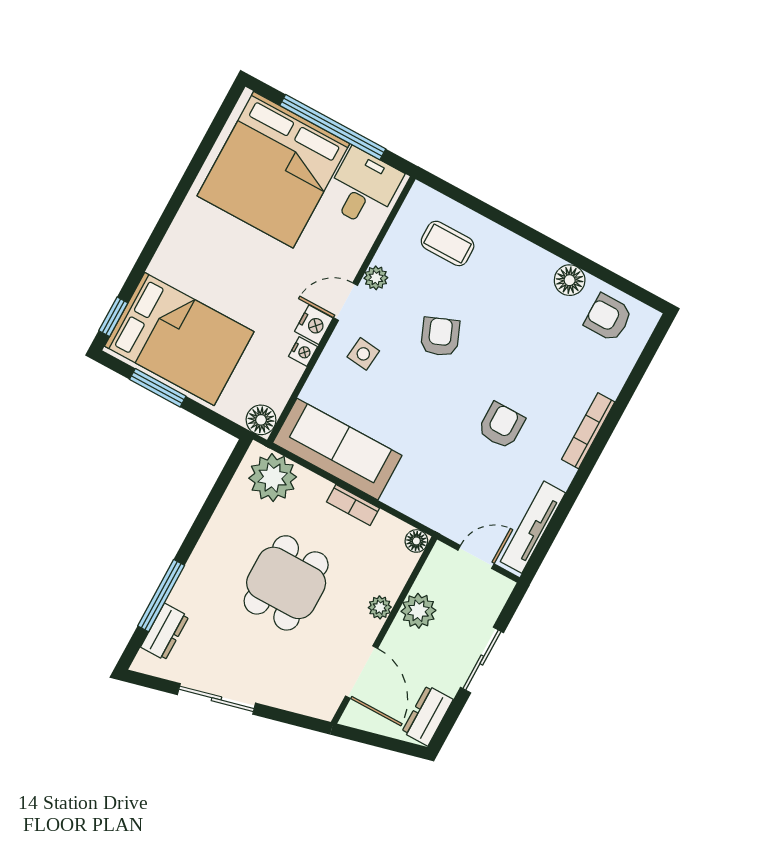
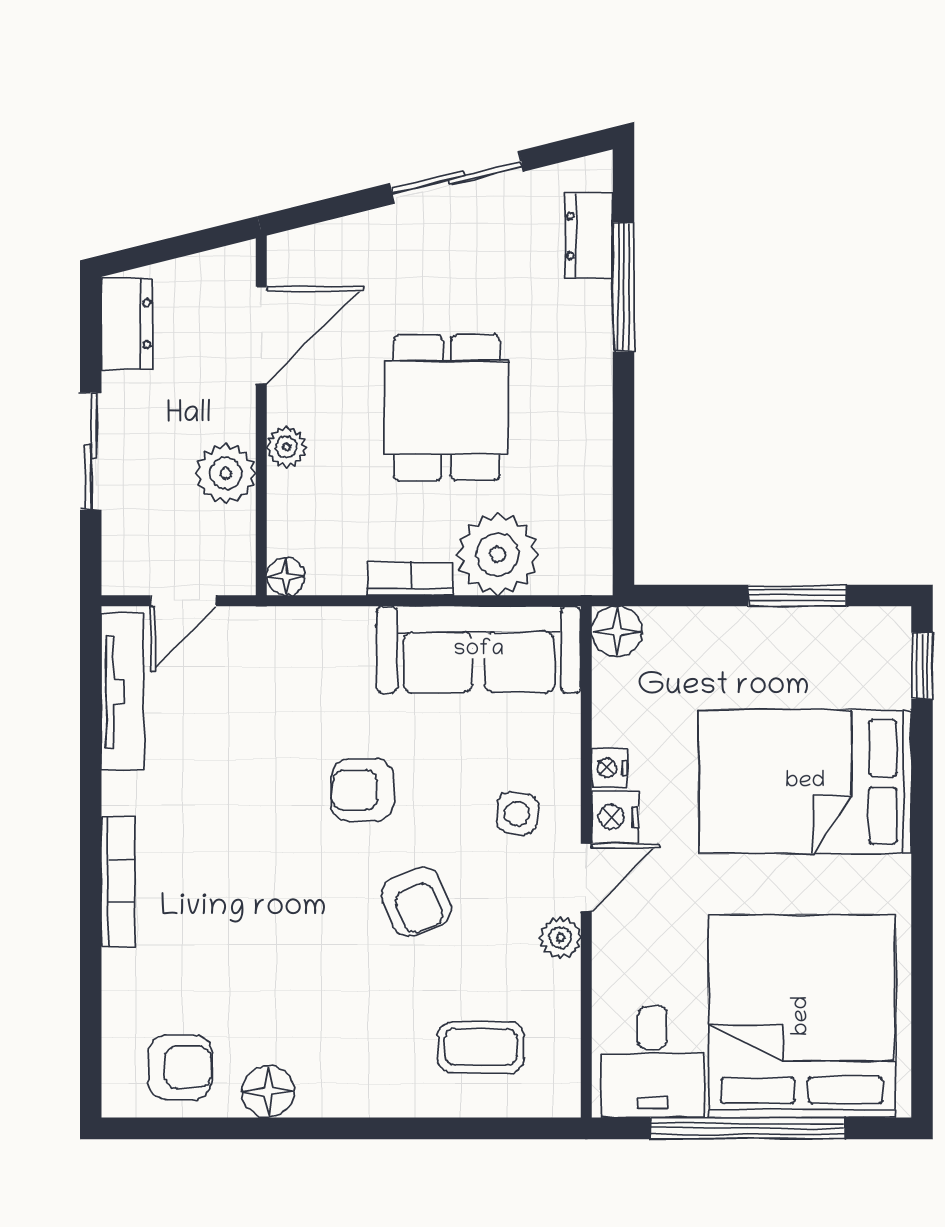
bed: (179, 339) -> (805, 782), moved
armchair: (501, 425) -> (362, 790), moved, turned 90
plant: (273, 478) -> (498, 554), moved
door: (361, 672) -> (261, 335), swing flipped

